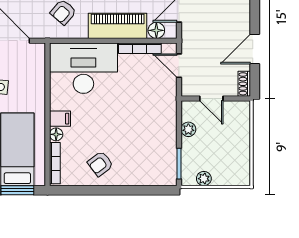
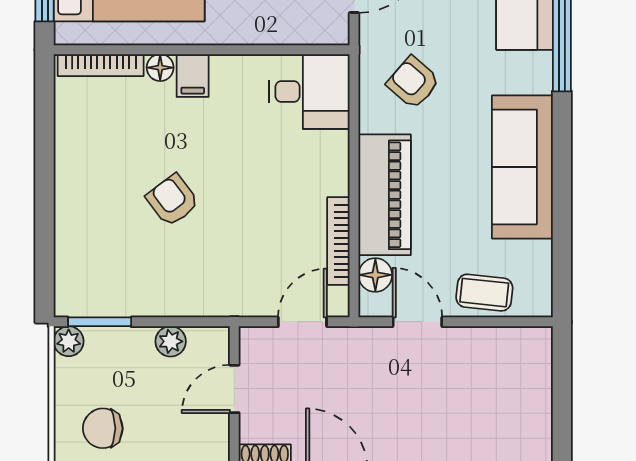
desk: (83, 68) -> (309, 92), width x0.53, depth x0.77
chair: (230, 162) -> (103, 428), added
armchair: (100, 164) -> (173, 200), moved
plant: (204, 179) -> (69, 341), moved

